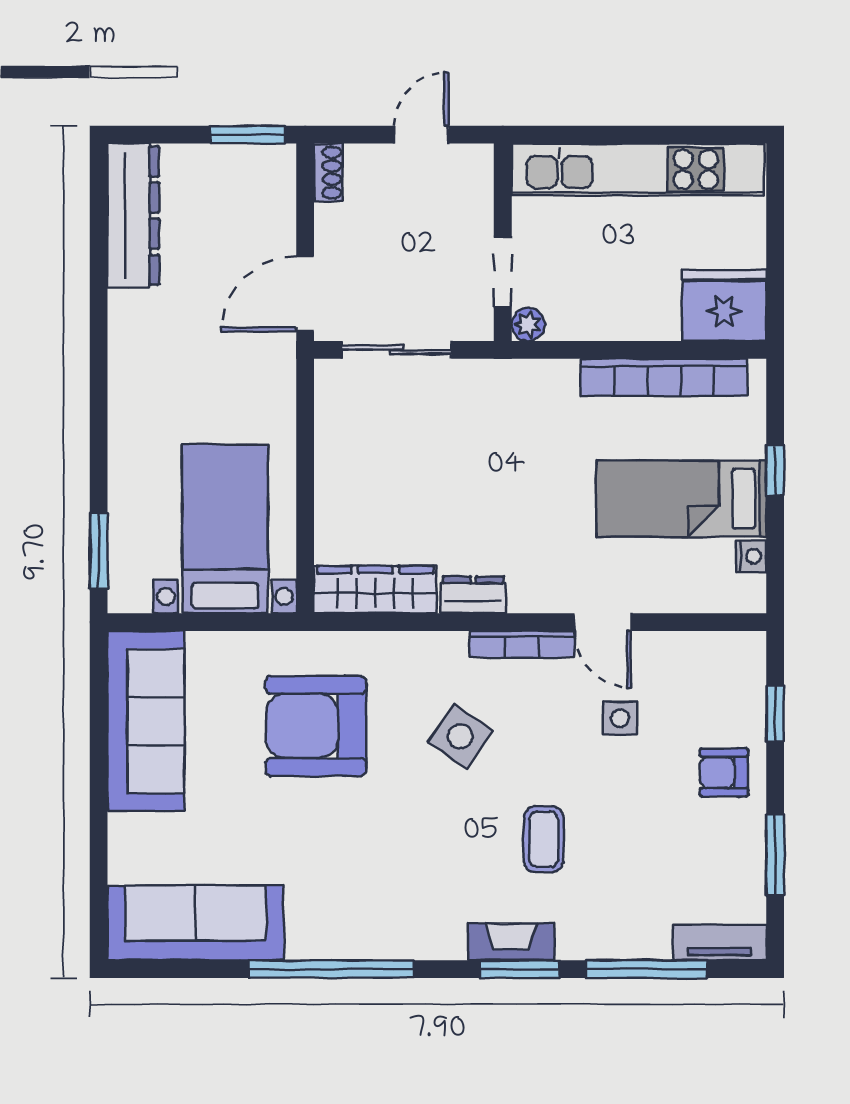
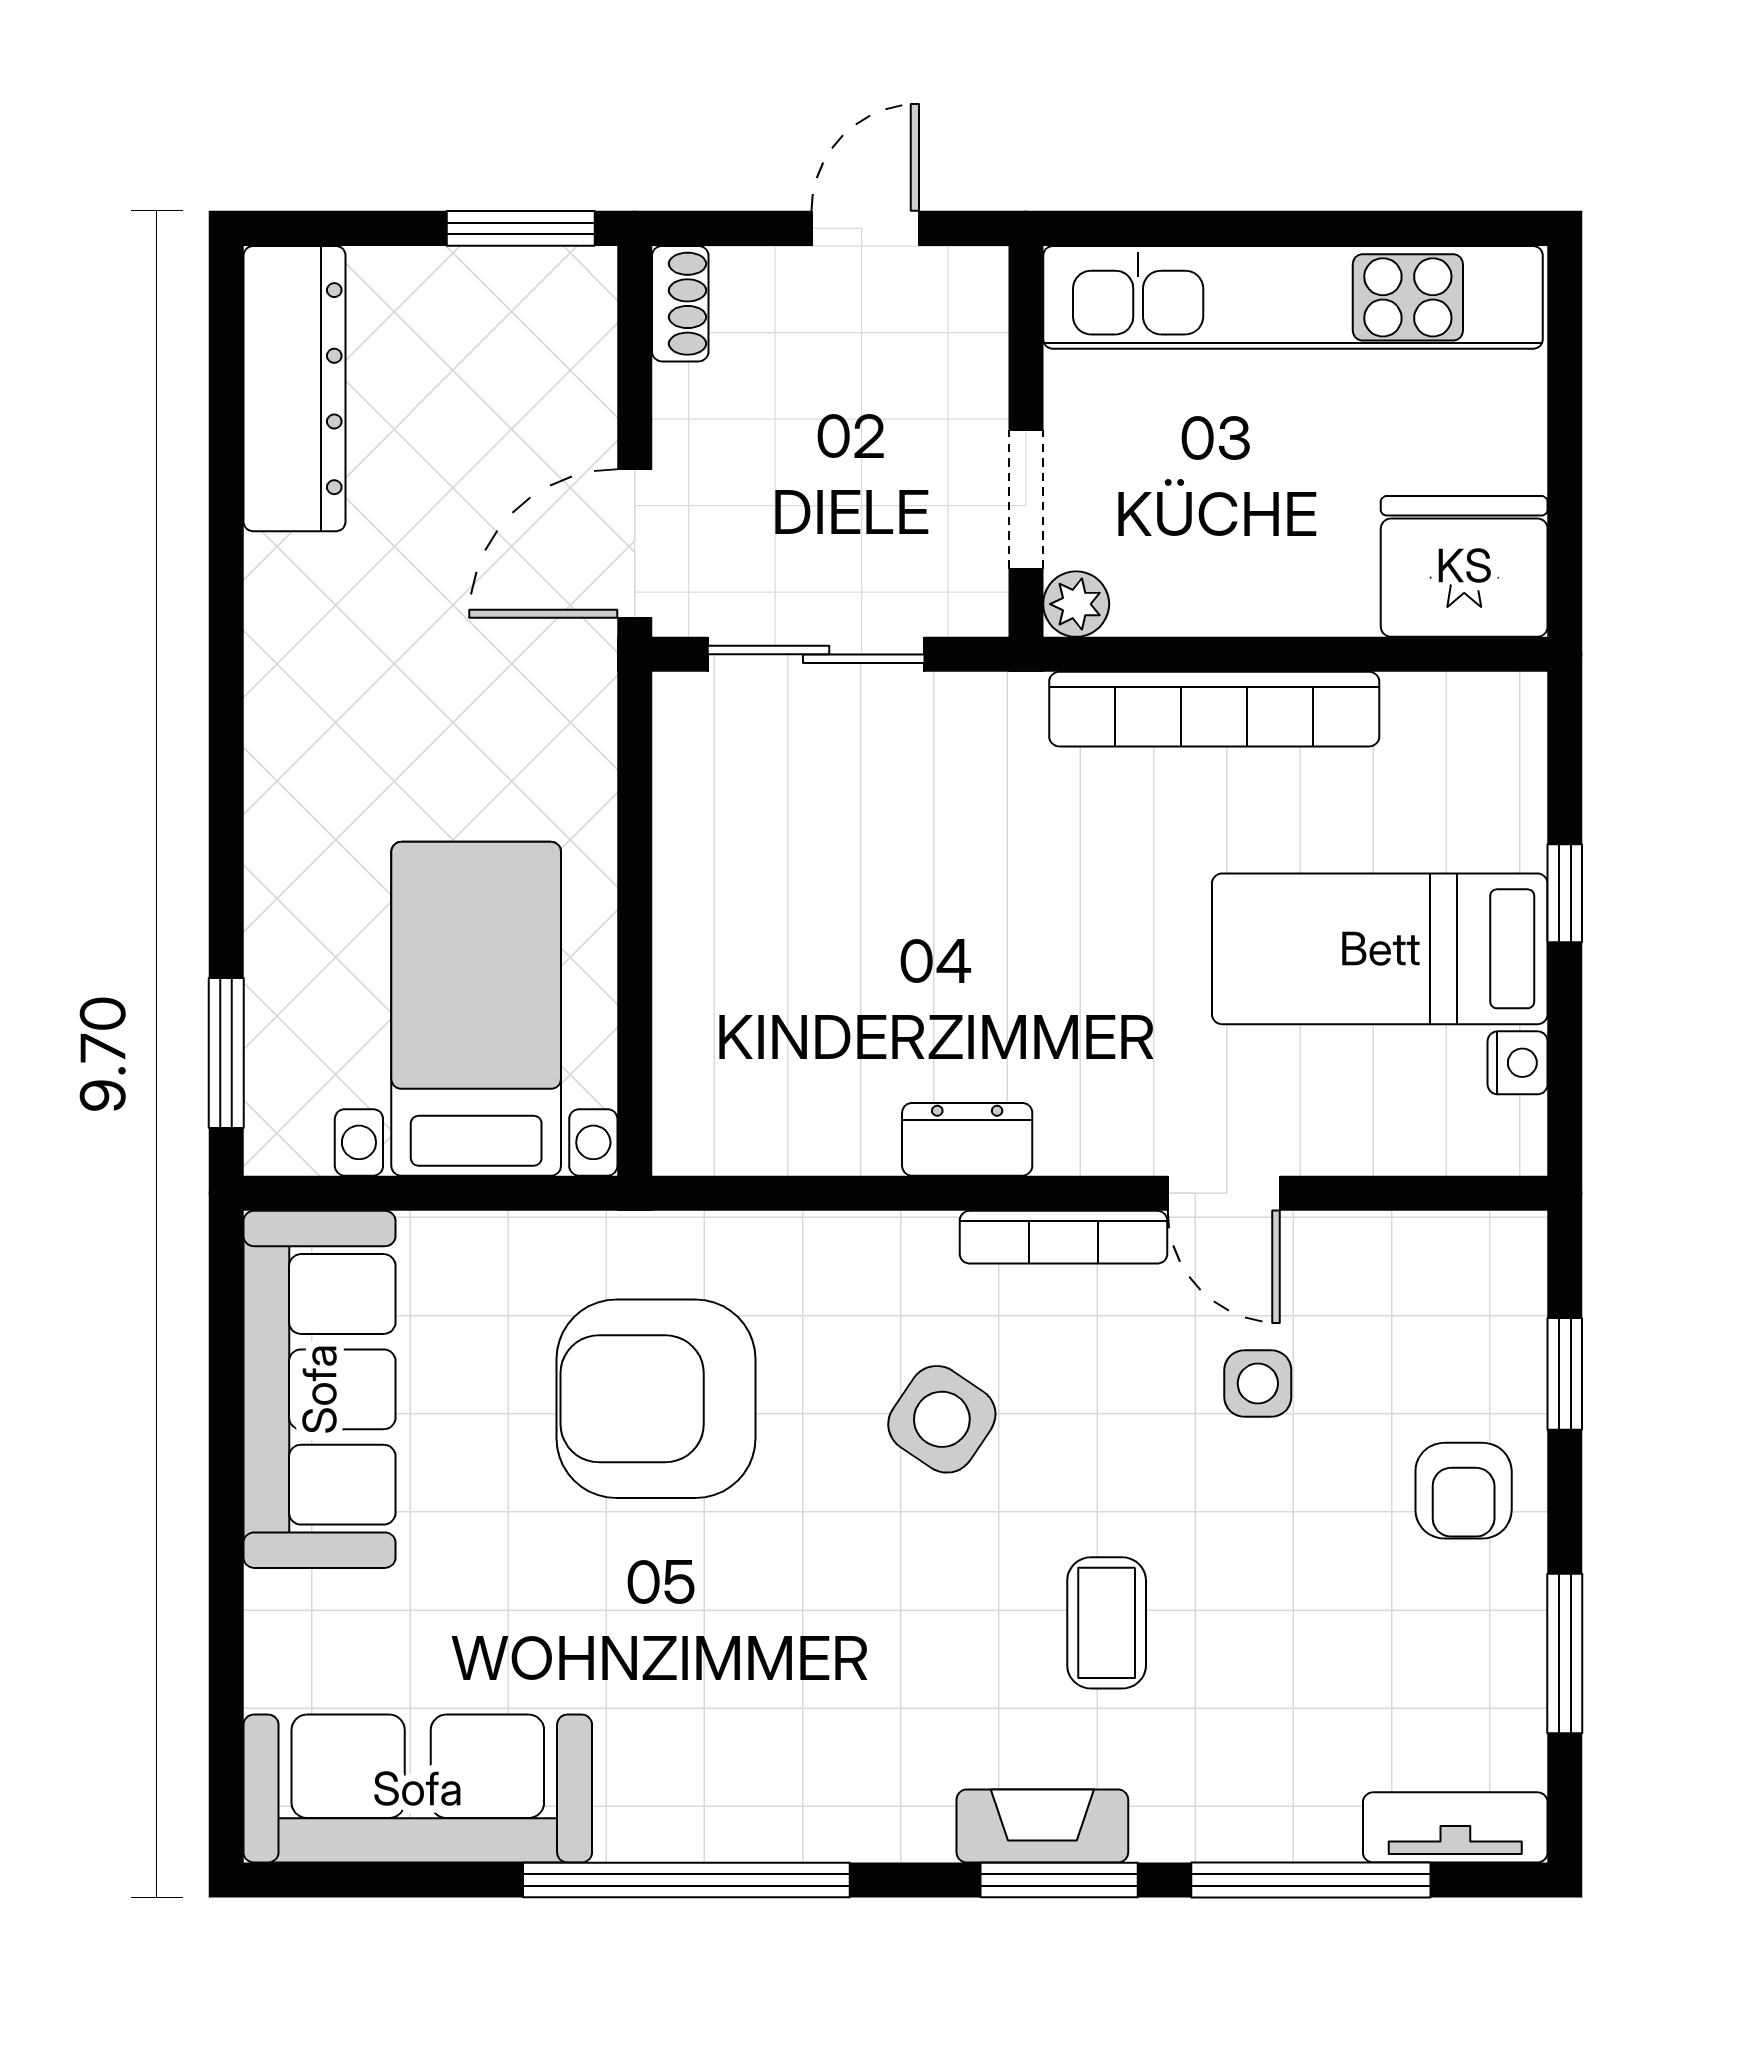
bookcase: (664, 378) -> (1214, 709), moved
wardrobe: (375, 590) -> (774, 1129), removed
armchair: (724, 772) -> (1464, 1491), turned -90

